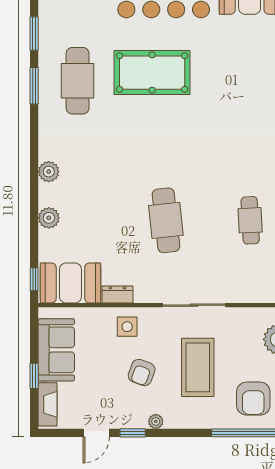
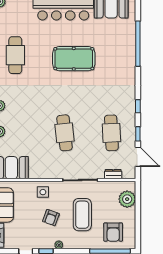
pool table: (152, 73) -> (74, 59), moved
cafe table: (250, 220) -> (111, 133), width x1.37, depth x1.35
dresser: (117, 295) -> (113, 174), moved

